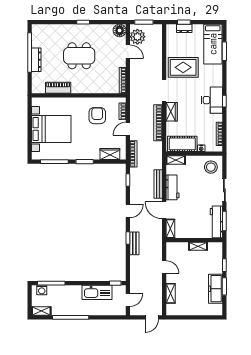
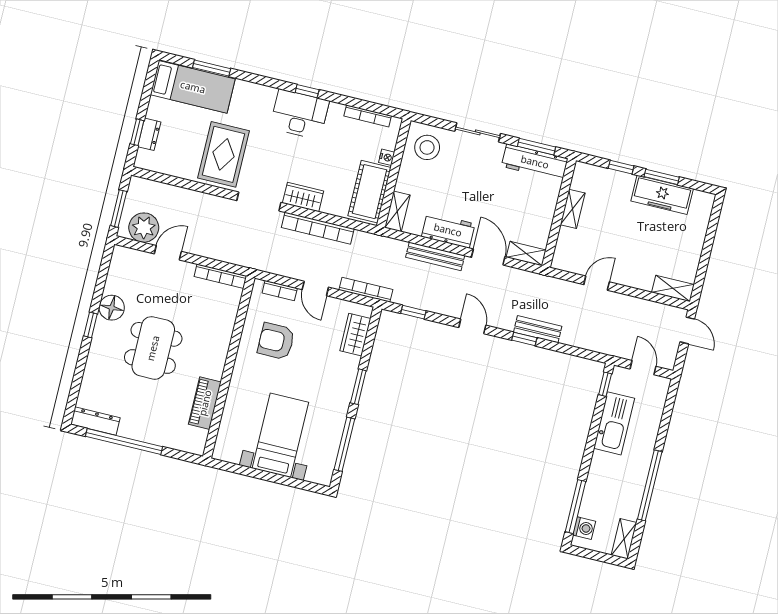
floor lamp: (120, 30) -> (112, 308), moved
dresser: (36, 60) -> (95, 421), moved
bed with nightstands: (51, 129) -> (280, 435), width x0.73
door: (164, 210) -> (488, 257), swing flipped
shelving: (171, 293) -> (673, 288), moved

